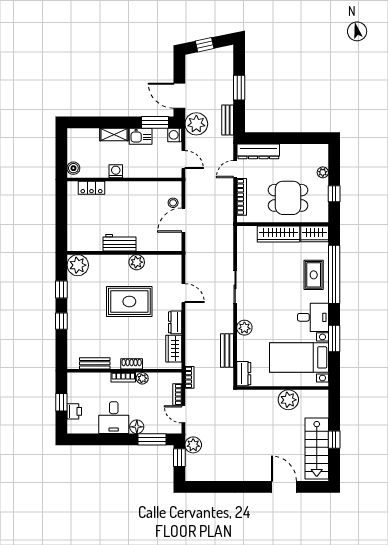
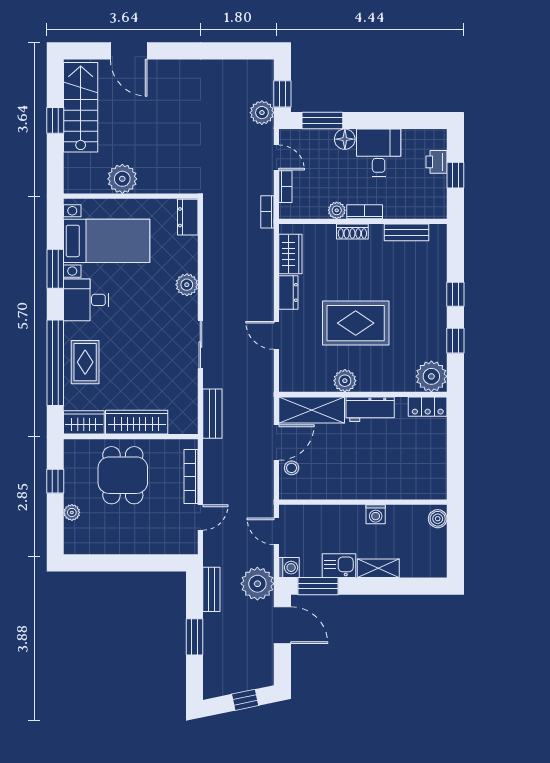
dresser: (258, 151) -> (166, 543), removed
locker: (92, 188) -> (428, 407), moved, turned 180
dining table: (288, 198) -> (123, 475), turned 90
shelving: (159, 242) -> (312, 410), added
bench: (227, 351) -> (212, 414), moved

